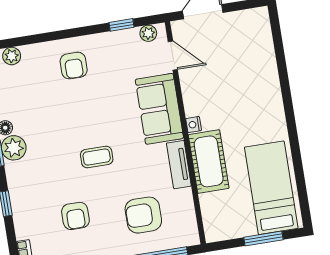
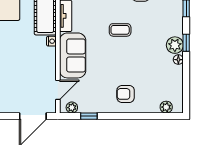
door: (173, 56) -> (58, 90), swing flipped
armchair: (74, 66) -> (126, 94), turned -90

